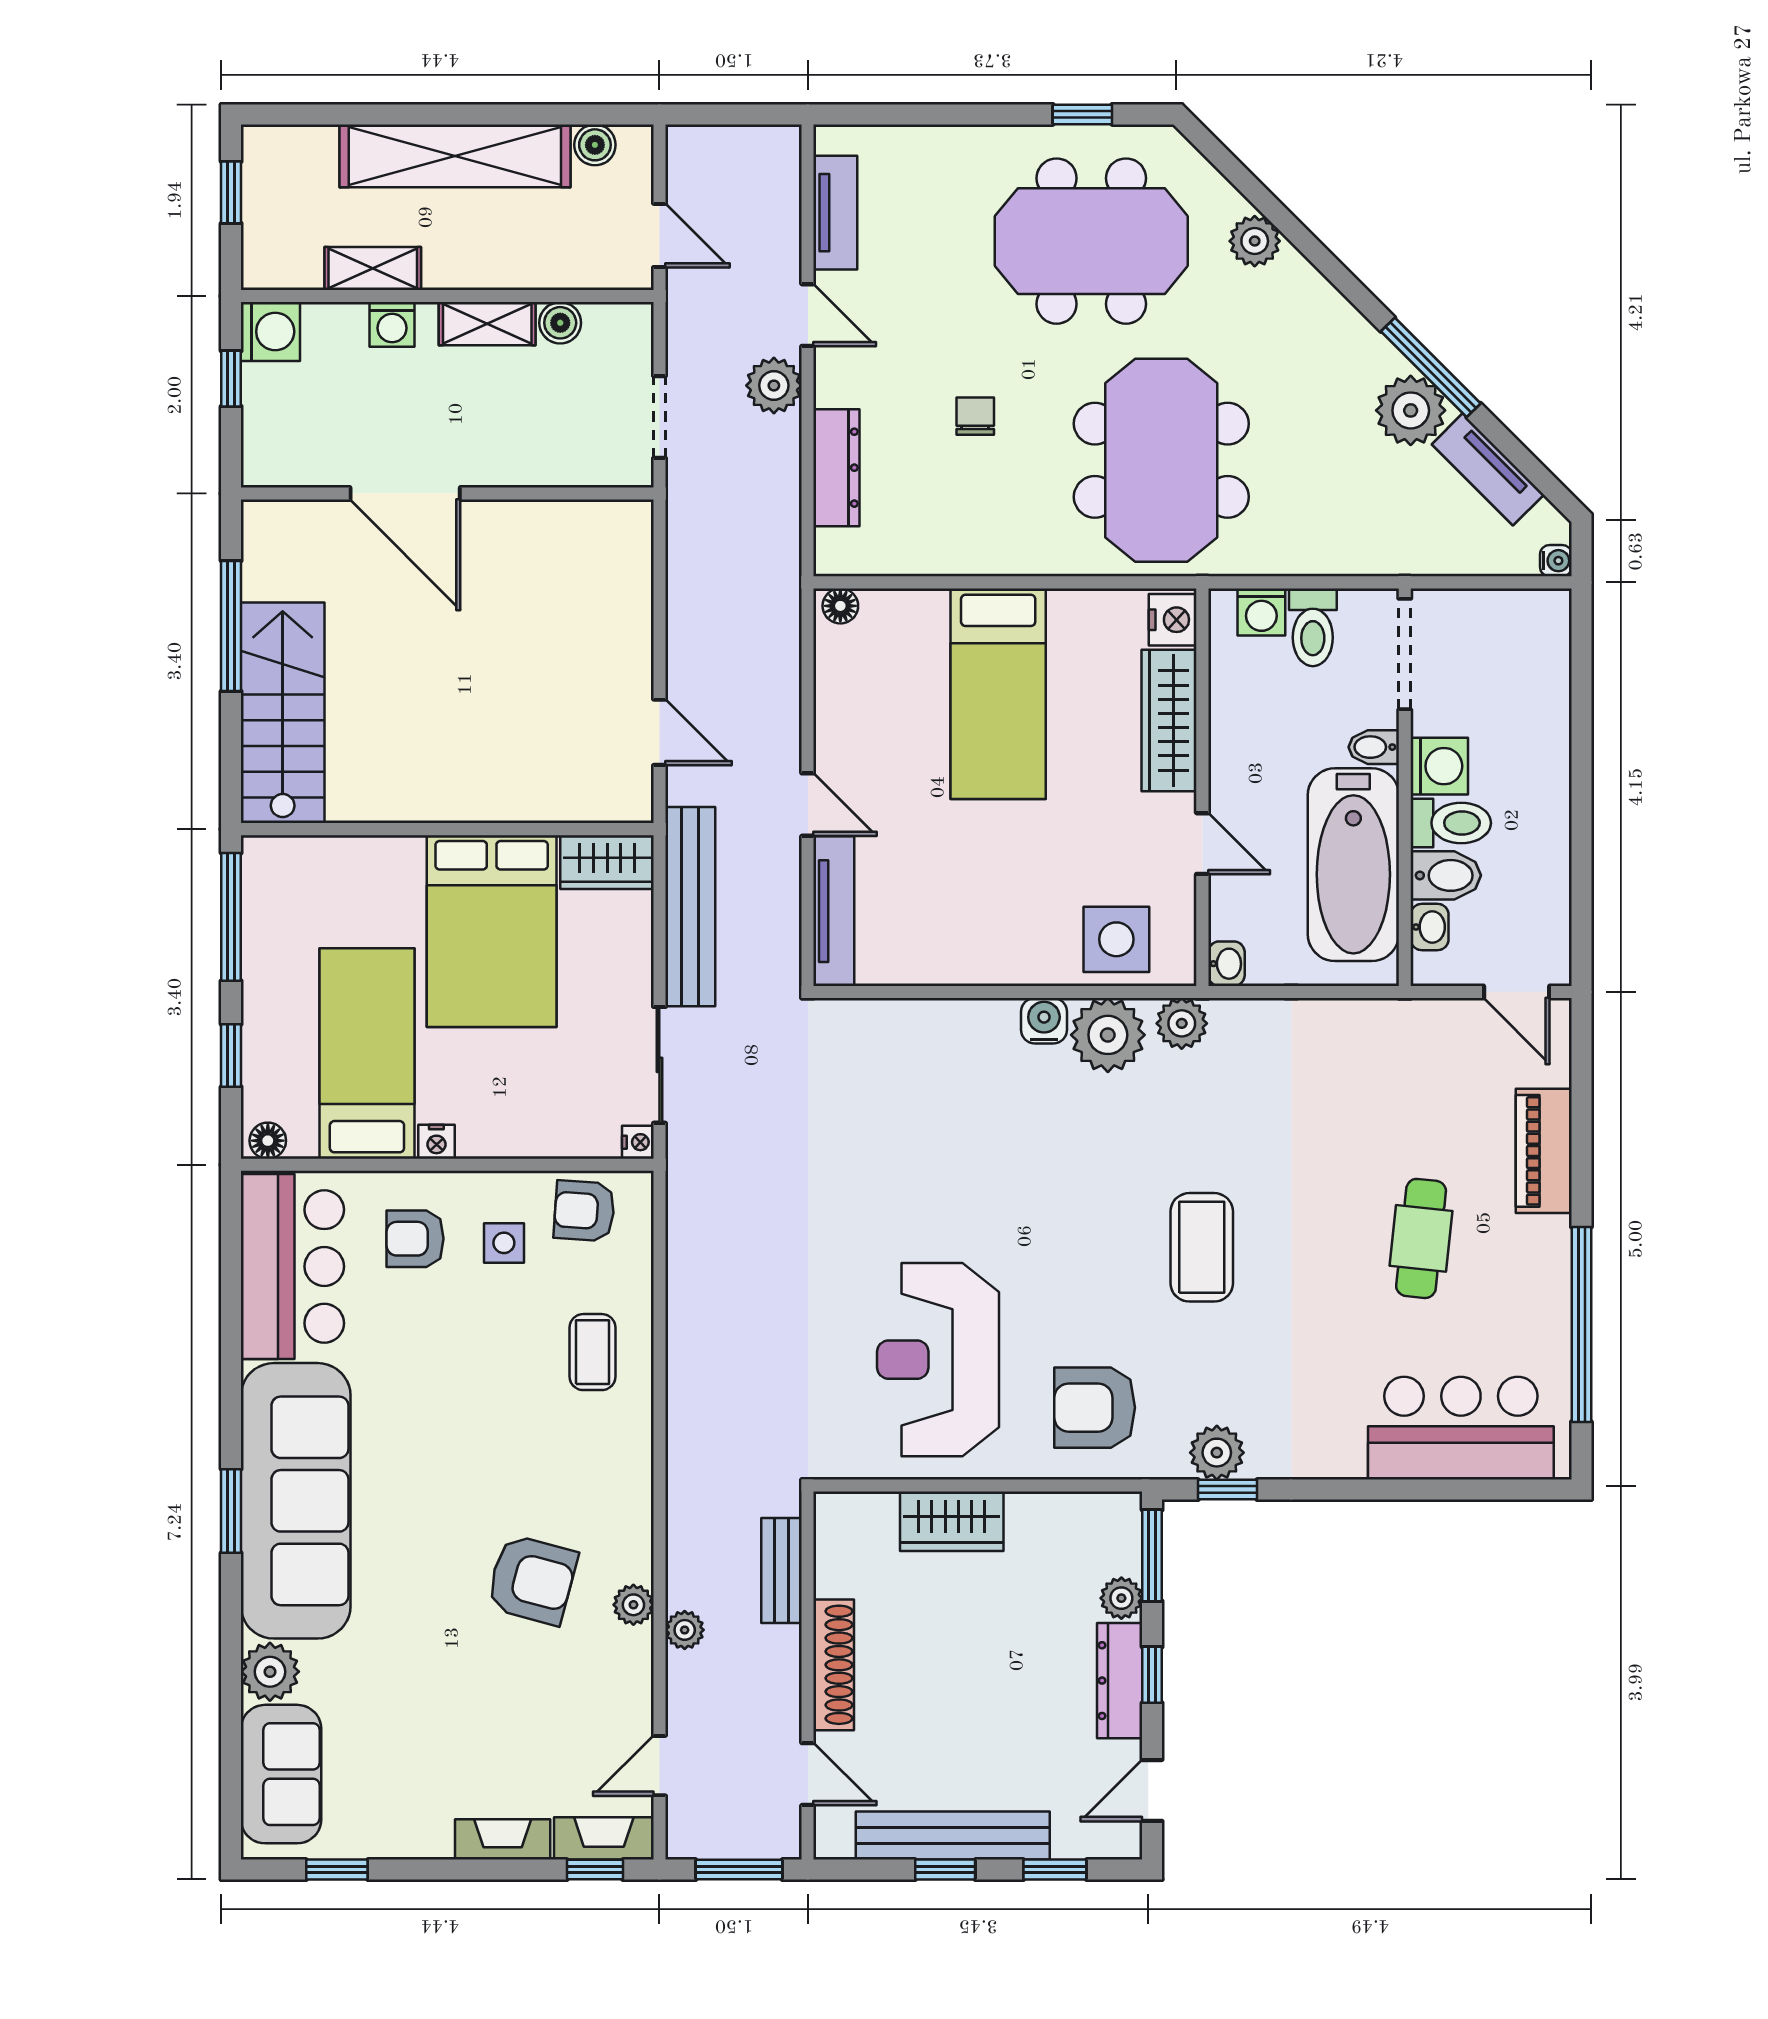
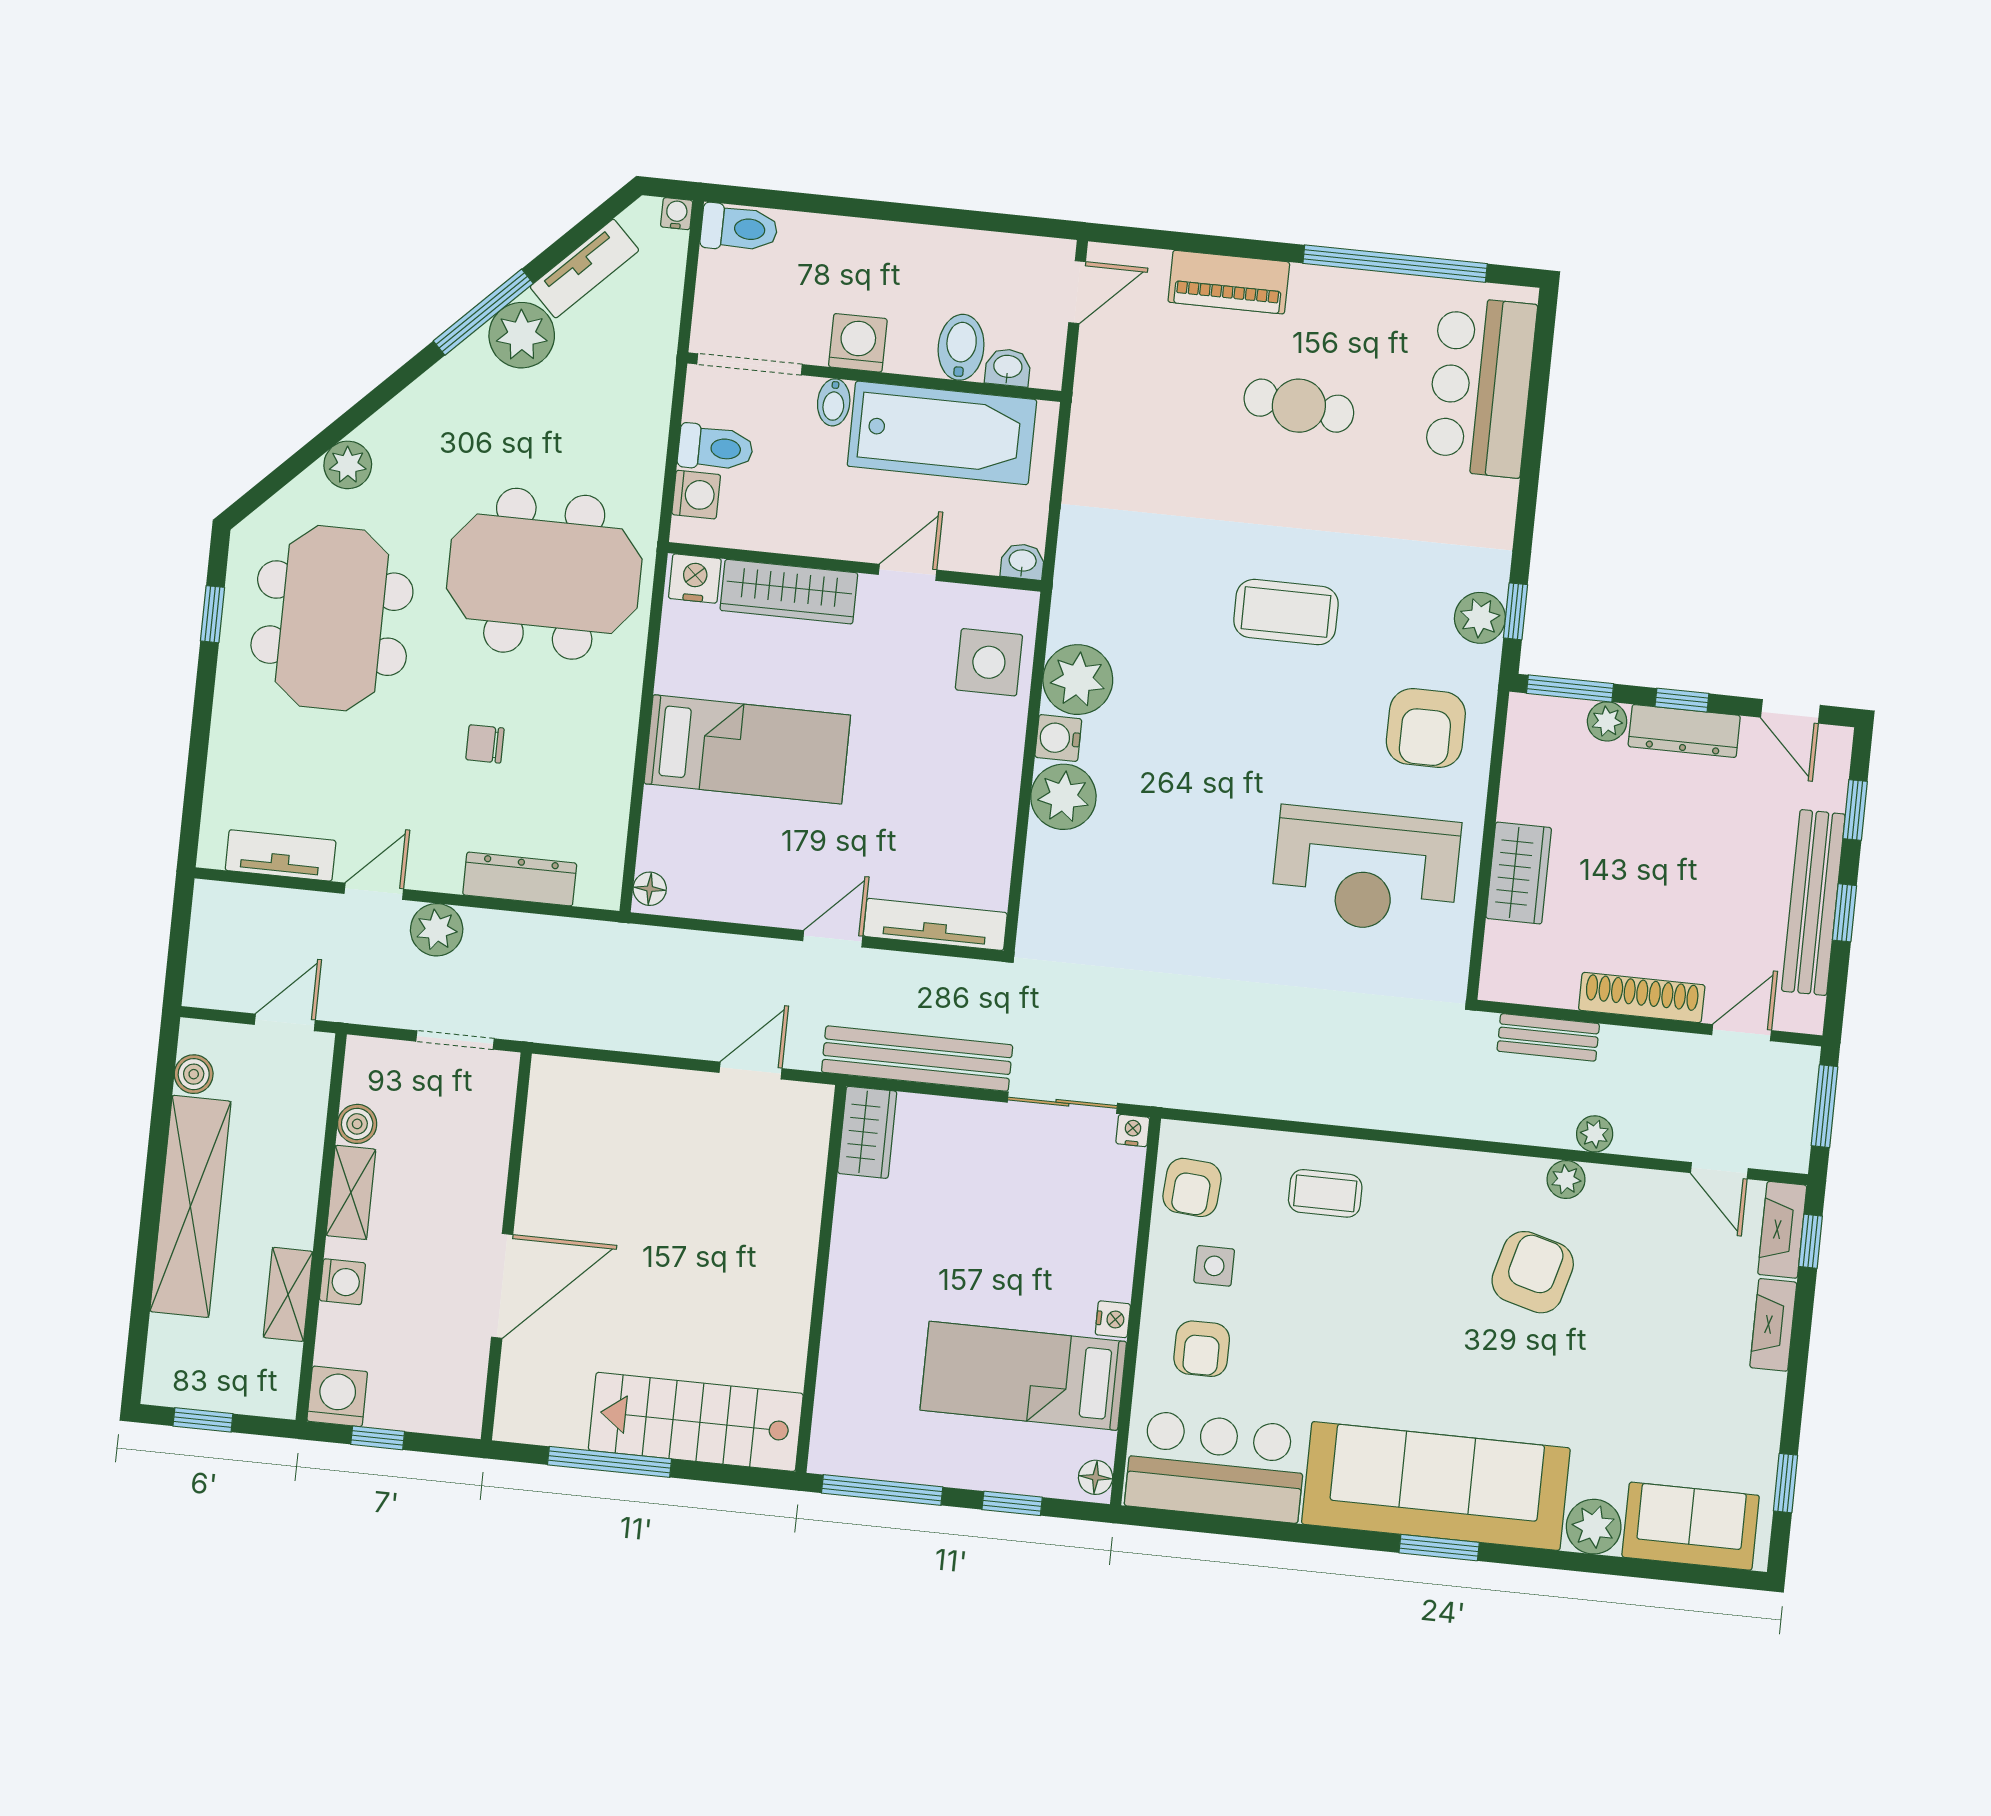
toilet: (1451, 823) -> (739, 228), moved, turned 90
bed: (492, 931) -> (921, 1247), removed
plant: (1182, 1023) -> (1063, 797), moved, width x1.36, depth x1.36

